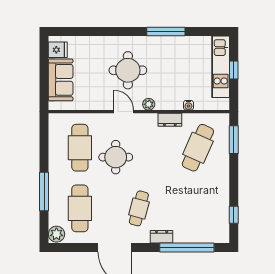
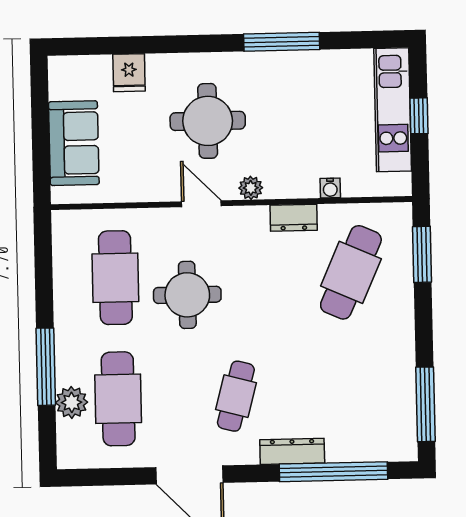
fridge: (58, 50) -> (129, 73), moved, turned 90
window: (234, 215) -> (425, 404), width x2.17
plant: (56, 234) -> (72, 402), moved
dresser: (162, 237) -> (292, 451), width x1.44

